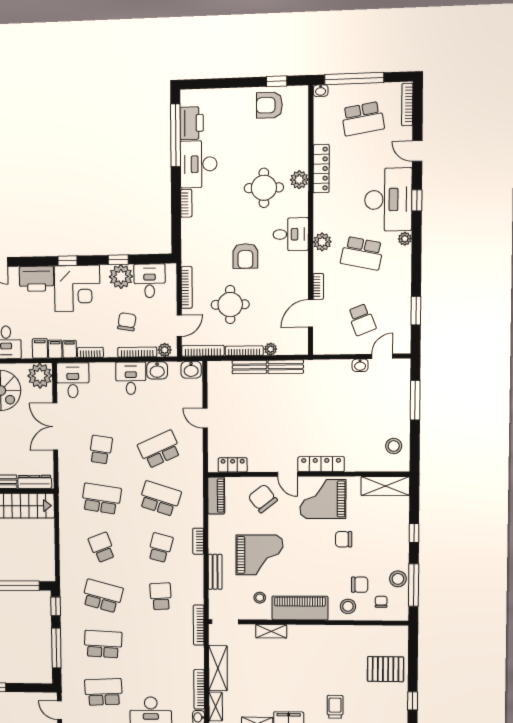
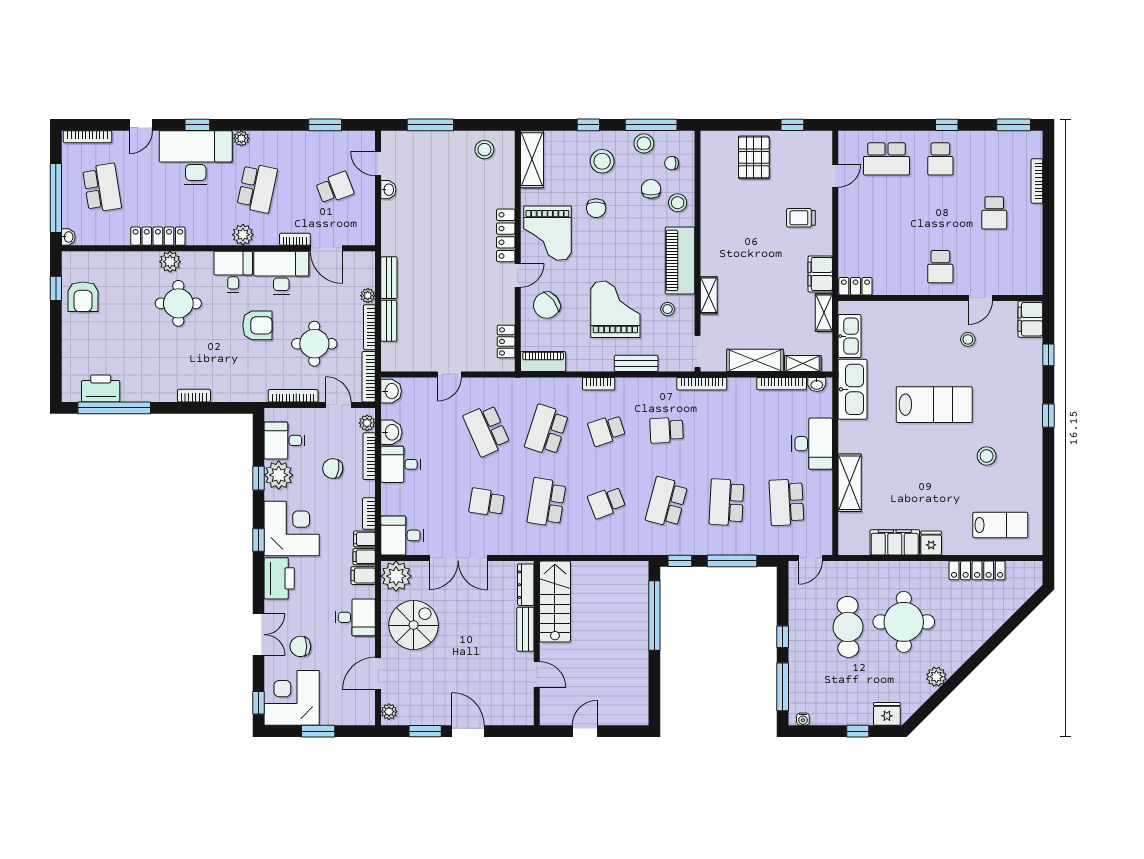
desk: (199, 164) -> (281, 273), moved, turned 180
stool: (383, 544) -> (602, 161), added
school desk: (160, 548) -> (607, 430), turned -33

